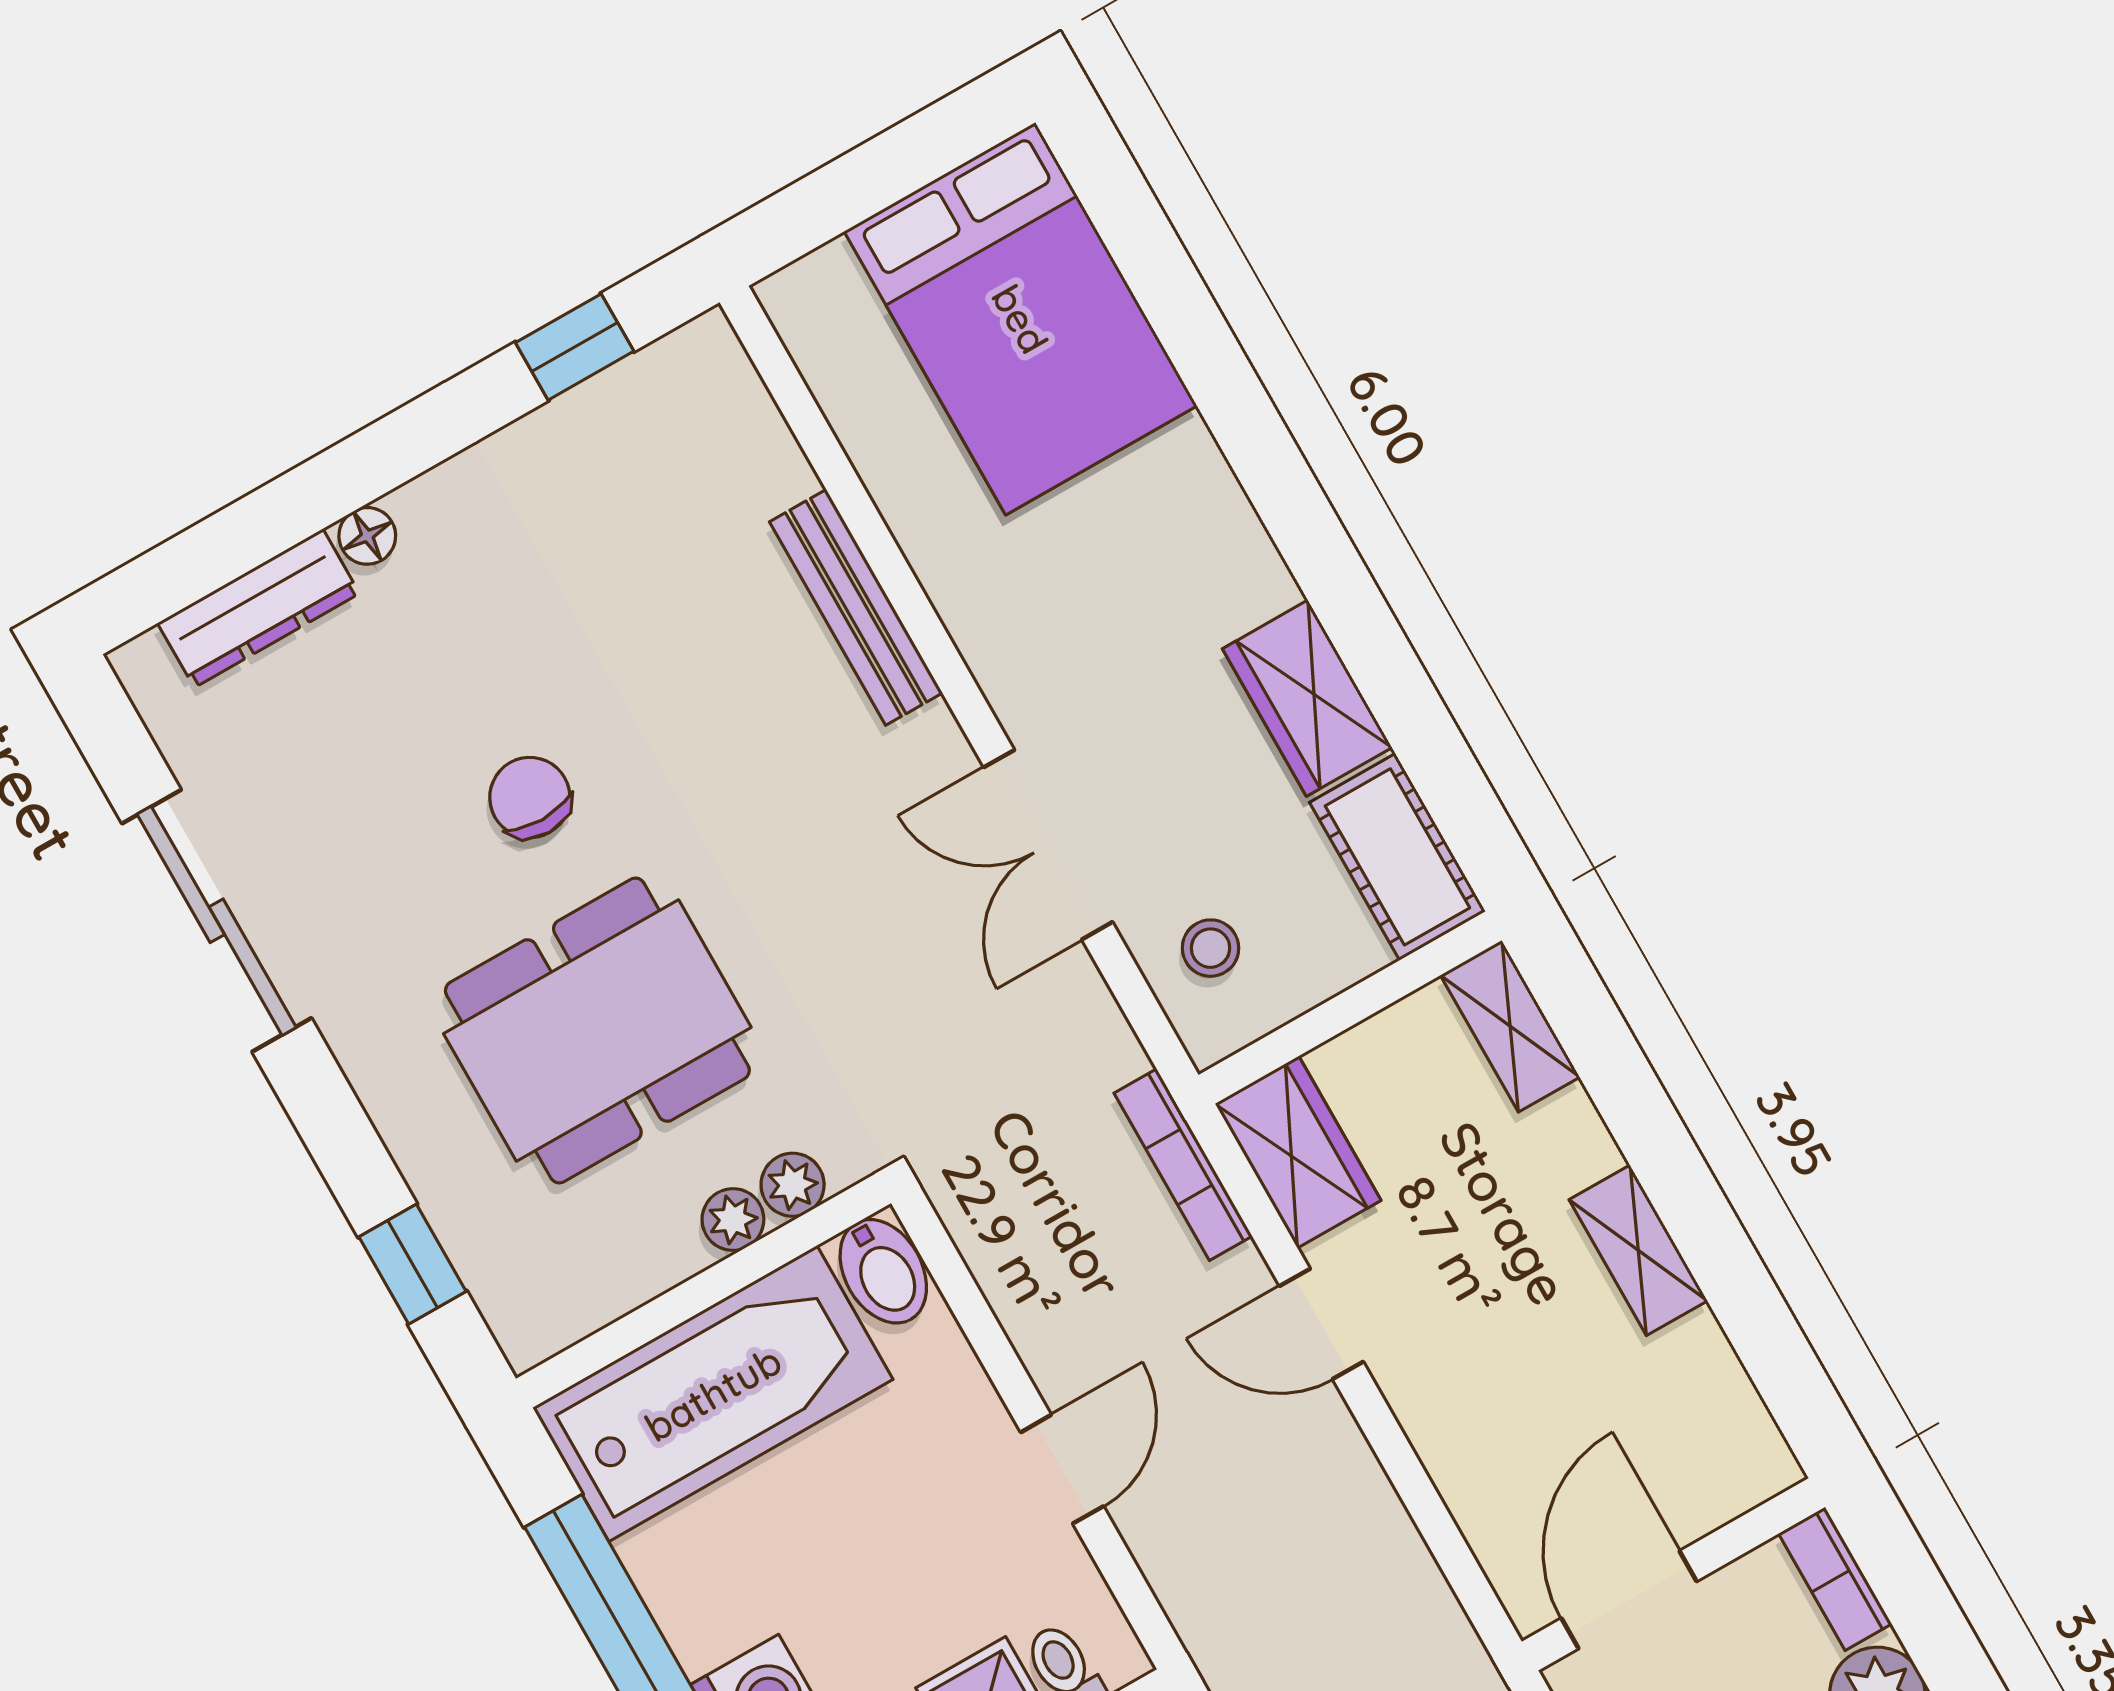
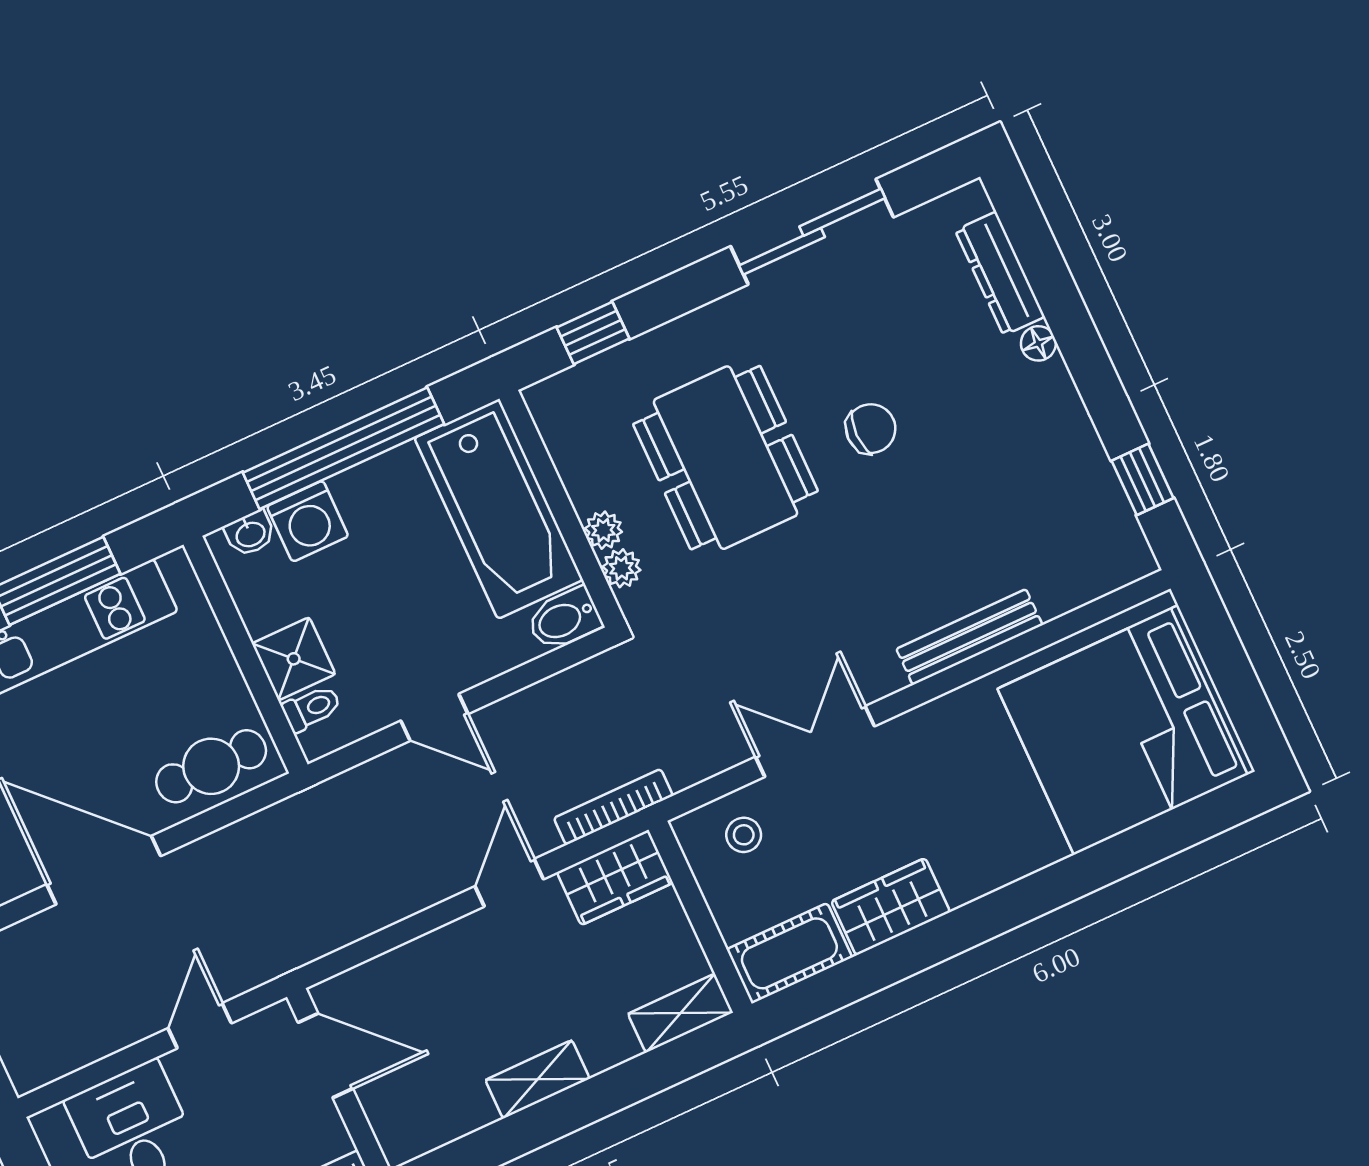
bed: (1021, 319) -> (1126, 730), width x1.36

